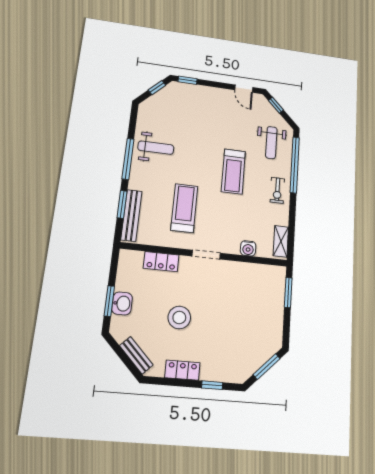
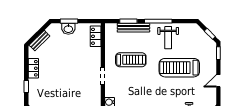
door: (244, 89) -> (218, 81), moved
treadmill: (233, 171) -> (179, 68), moved, width x1.37, depth x1.38
bench: (131, 215) -> (133, 28), moved
locker: (161, 262) -> (96, 36), moved
stool: (179, 318) -> (63, 63), removed

